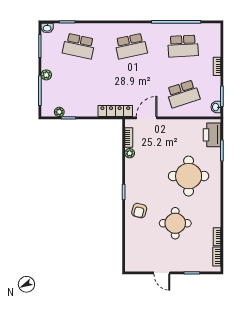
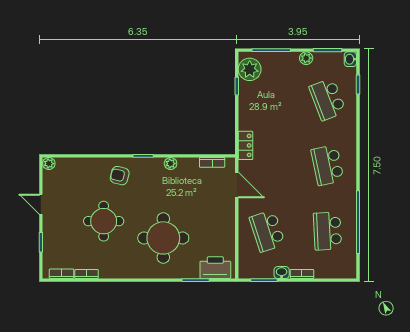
school desk: (79, 46) -> (328, 99), turned -33
plant: (46, 75) -> (306, 58), moved
washbasin: (216, 107) -> (282, 273), moved
locker: (115, 111) -> (246, 145), width x0.66
plant: (59, 112) -> (250, 69), width x1.87, depth x1.87
plant: (130, 153) -> (171, 164), moved
plant: (130, 267) -> (49, 164), added
door: (162, 273) -> (41, 204), hinge flipped

